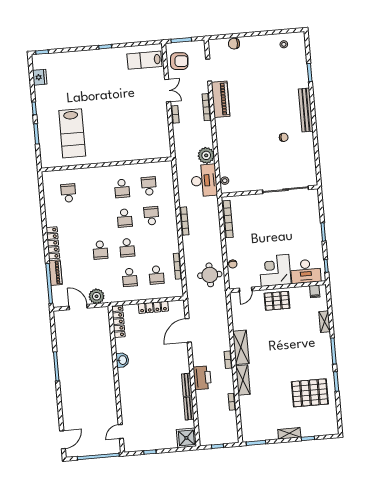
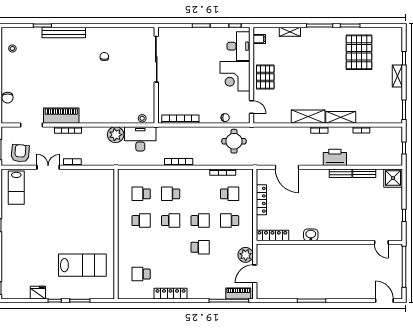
fridge: (40, 77) -> (38, 293), moved
bench: (306, 110) -> (64, 32), moved
locker: (53, 243) -> (171, 294), moved
piano: (55, 273) -> (238, 293), moved
school desk: (130, 277) -> (230, 221), turned 180

